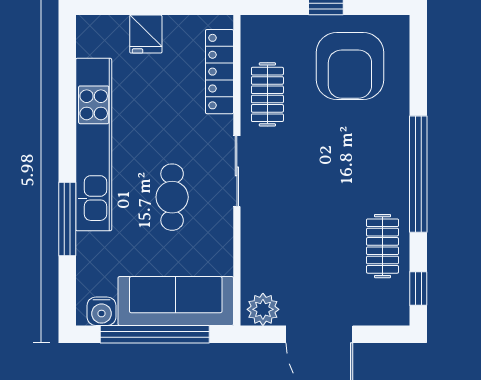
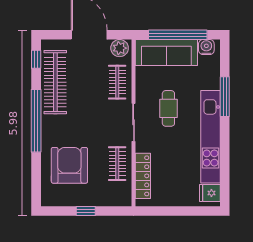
fridge: (146, 34) -> (210, 193), moved, turned -90
armchair: (350, 66) -> (69, 165), moved
clothes rail: (267, 246) -> (117, 82), added
clothes rail: (383, 246) -> (55, 82), width x1.86, depth x1.31

